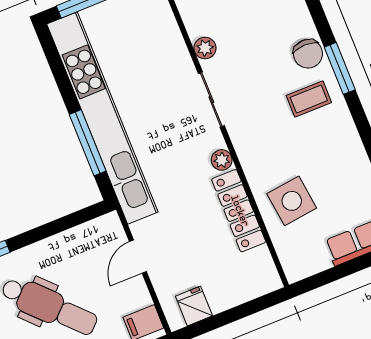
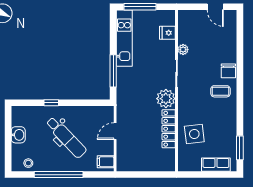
window: (340, 68) -> (240, 83), removed
kitchen unit: (102, 118) -> (124, 38), width x0.54
plant: (222, 160) -> (166, 99), width x1.88, depth x1.88
fridge: (194, 306) -> (167, 33), moved, turned -90

